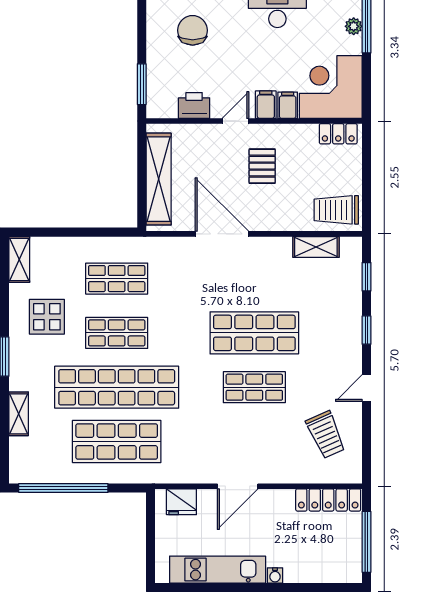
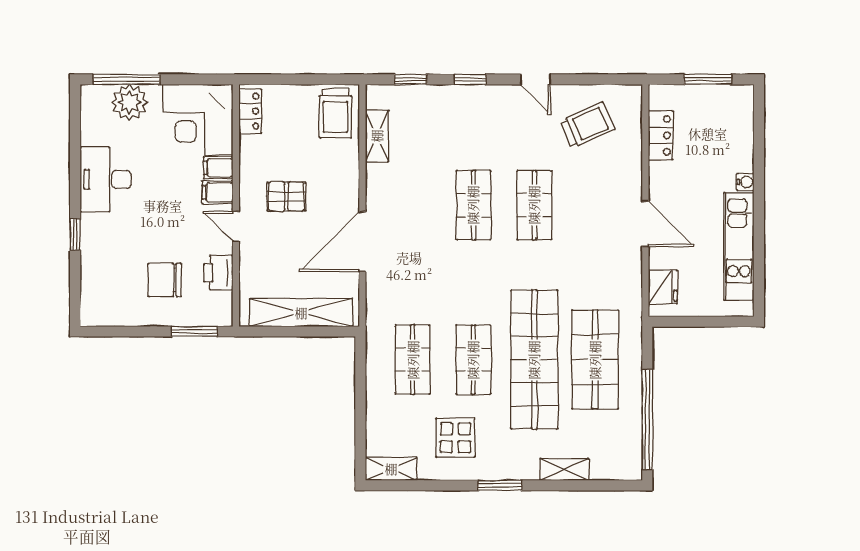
plant: (354, 26) -> (130, 102), width x1.88, depth x1.88
chair: (193, 30) -> (165, 280), moved
shop shelf: (254, 333) -> (473, 205), width x0.70, depth x0.74
locker: (328, 500) -> (661, 135), width x0.66
window: (367, 542) -> (708, 79), width x0.69

